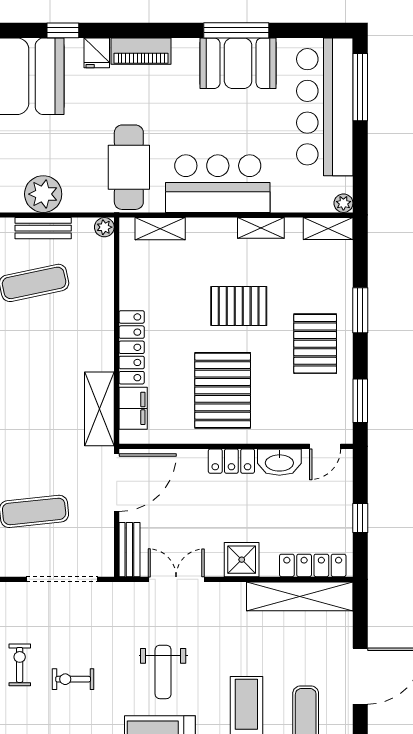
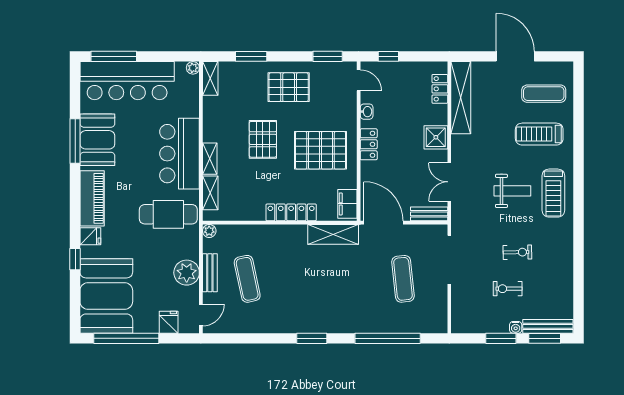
piano: (141, 51) -> (92, 198), width x1.37, depth x1.33
shelving: (261, 228) -> (210, 159), moved
window: (360, 310) -> (251, 56), moved
filing cabinet: (133, 408) -> (347, 204), moved, turned -90
washbasin: (279, 462) -> (367, 112), width x0.52, depth x0.69
window: (360, 518) -> (388, 56), moved
locker: (313, 565) -> (440, 89), width x0.66
exercise bike: (73, 679) -> (517, 252), turned -91

